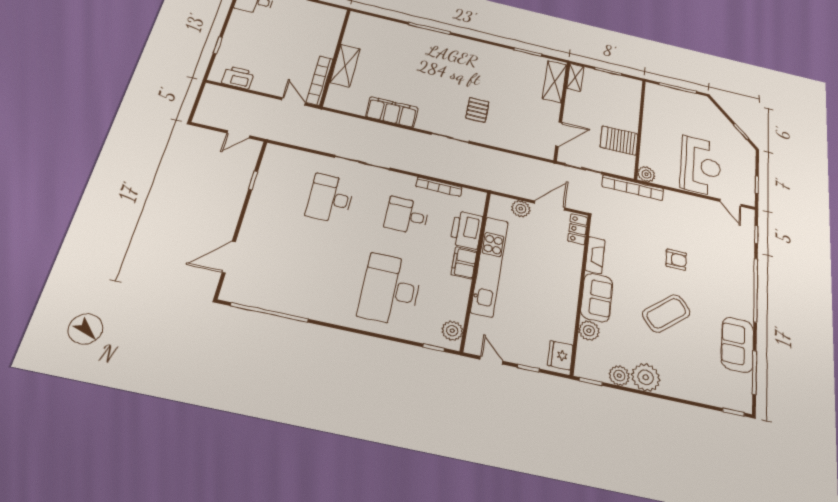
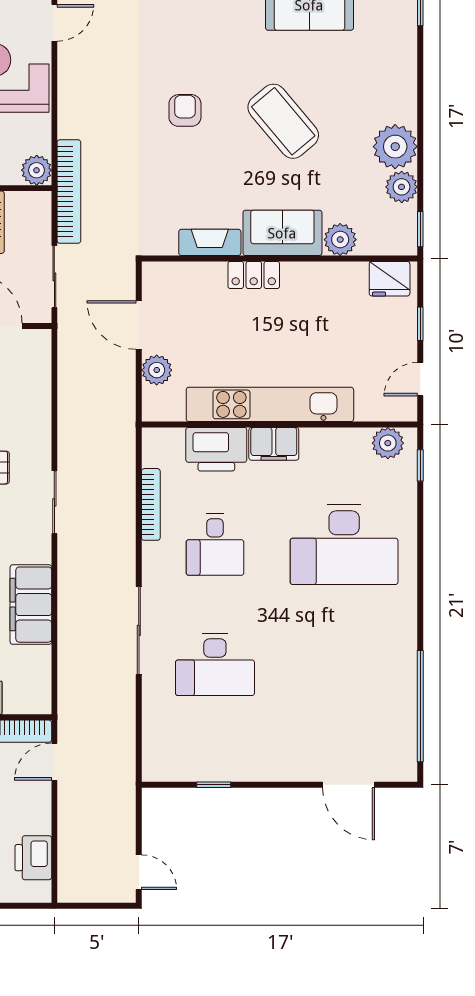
door: (238, 134) -> (139, 872), moved
locker: (578, 229) -> (254, 275), moved

